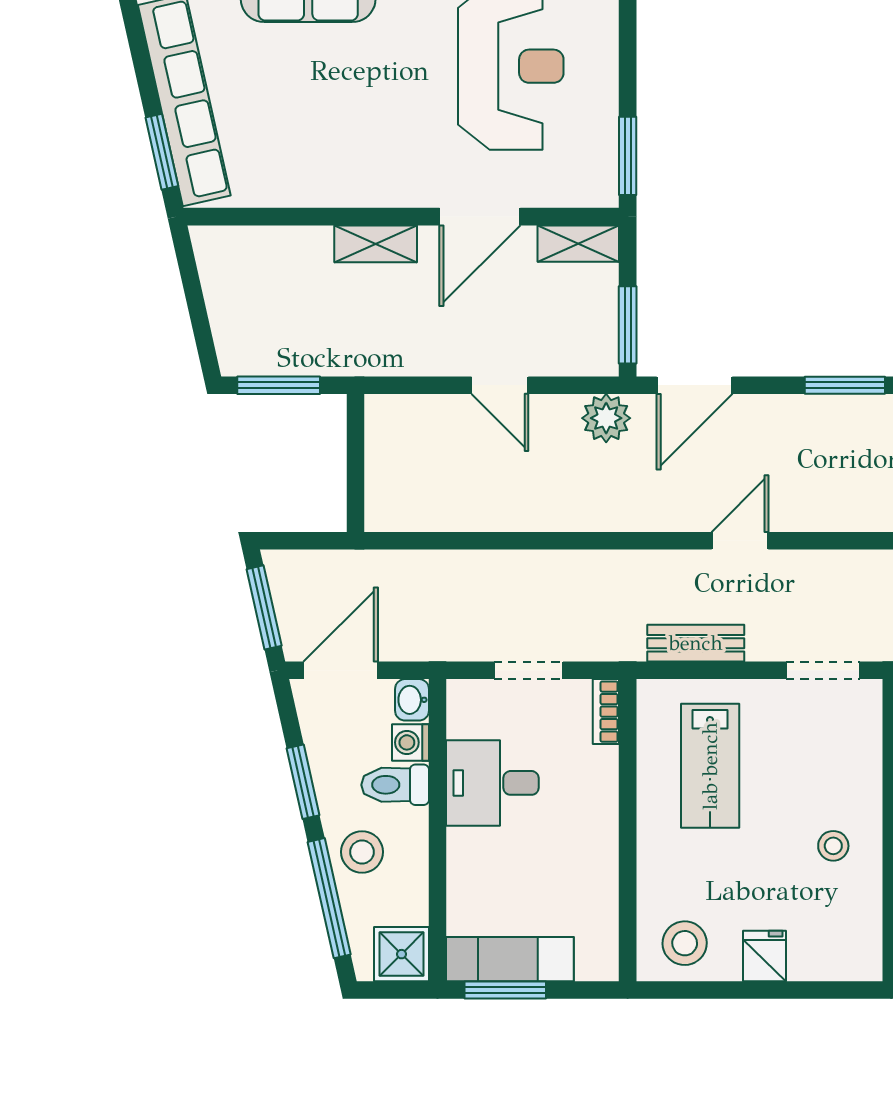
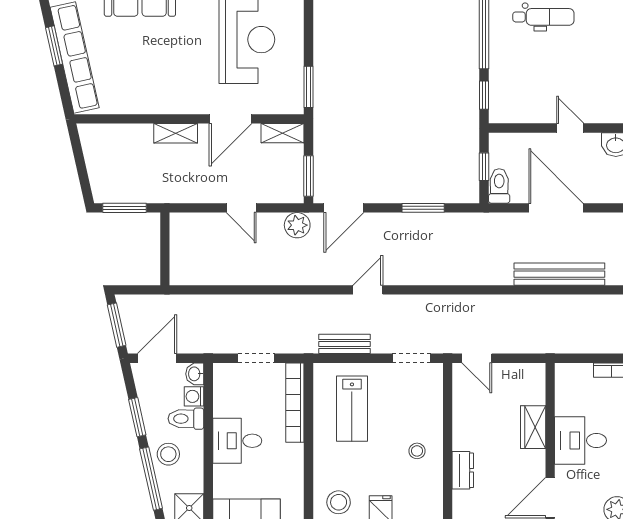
window: (162, 152) -> (54, 46), moved
bookcase: (606, 712) -> (295, 403), width x2.31, depth x1.31
desk: (492, 783) -> (237, 441), moved

